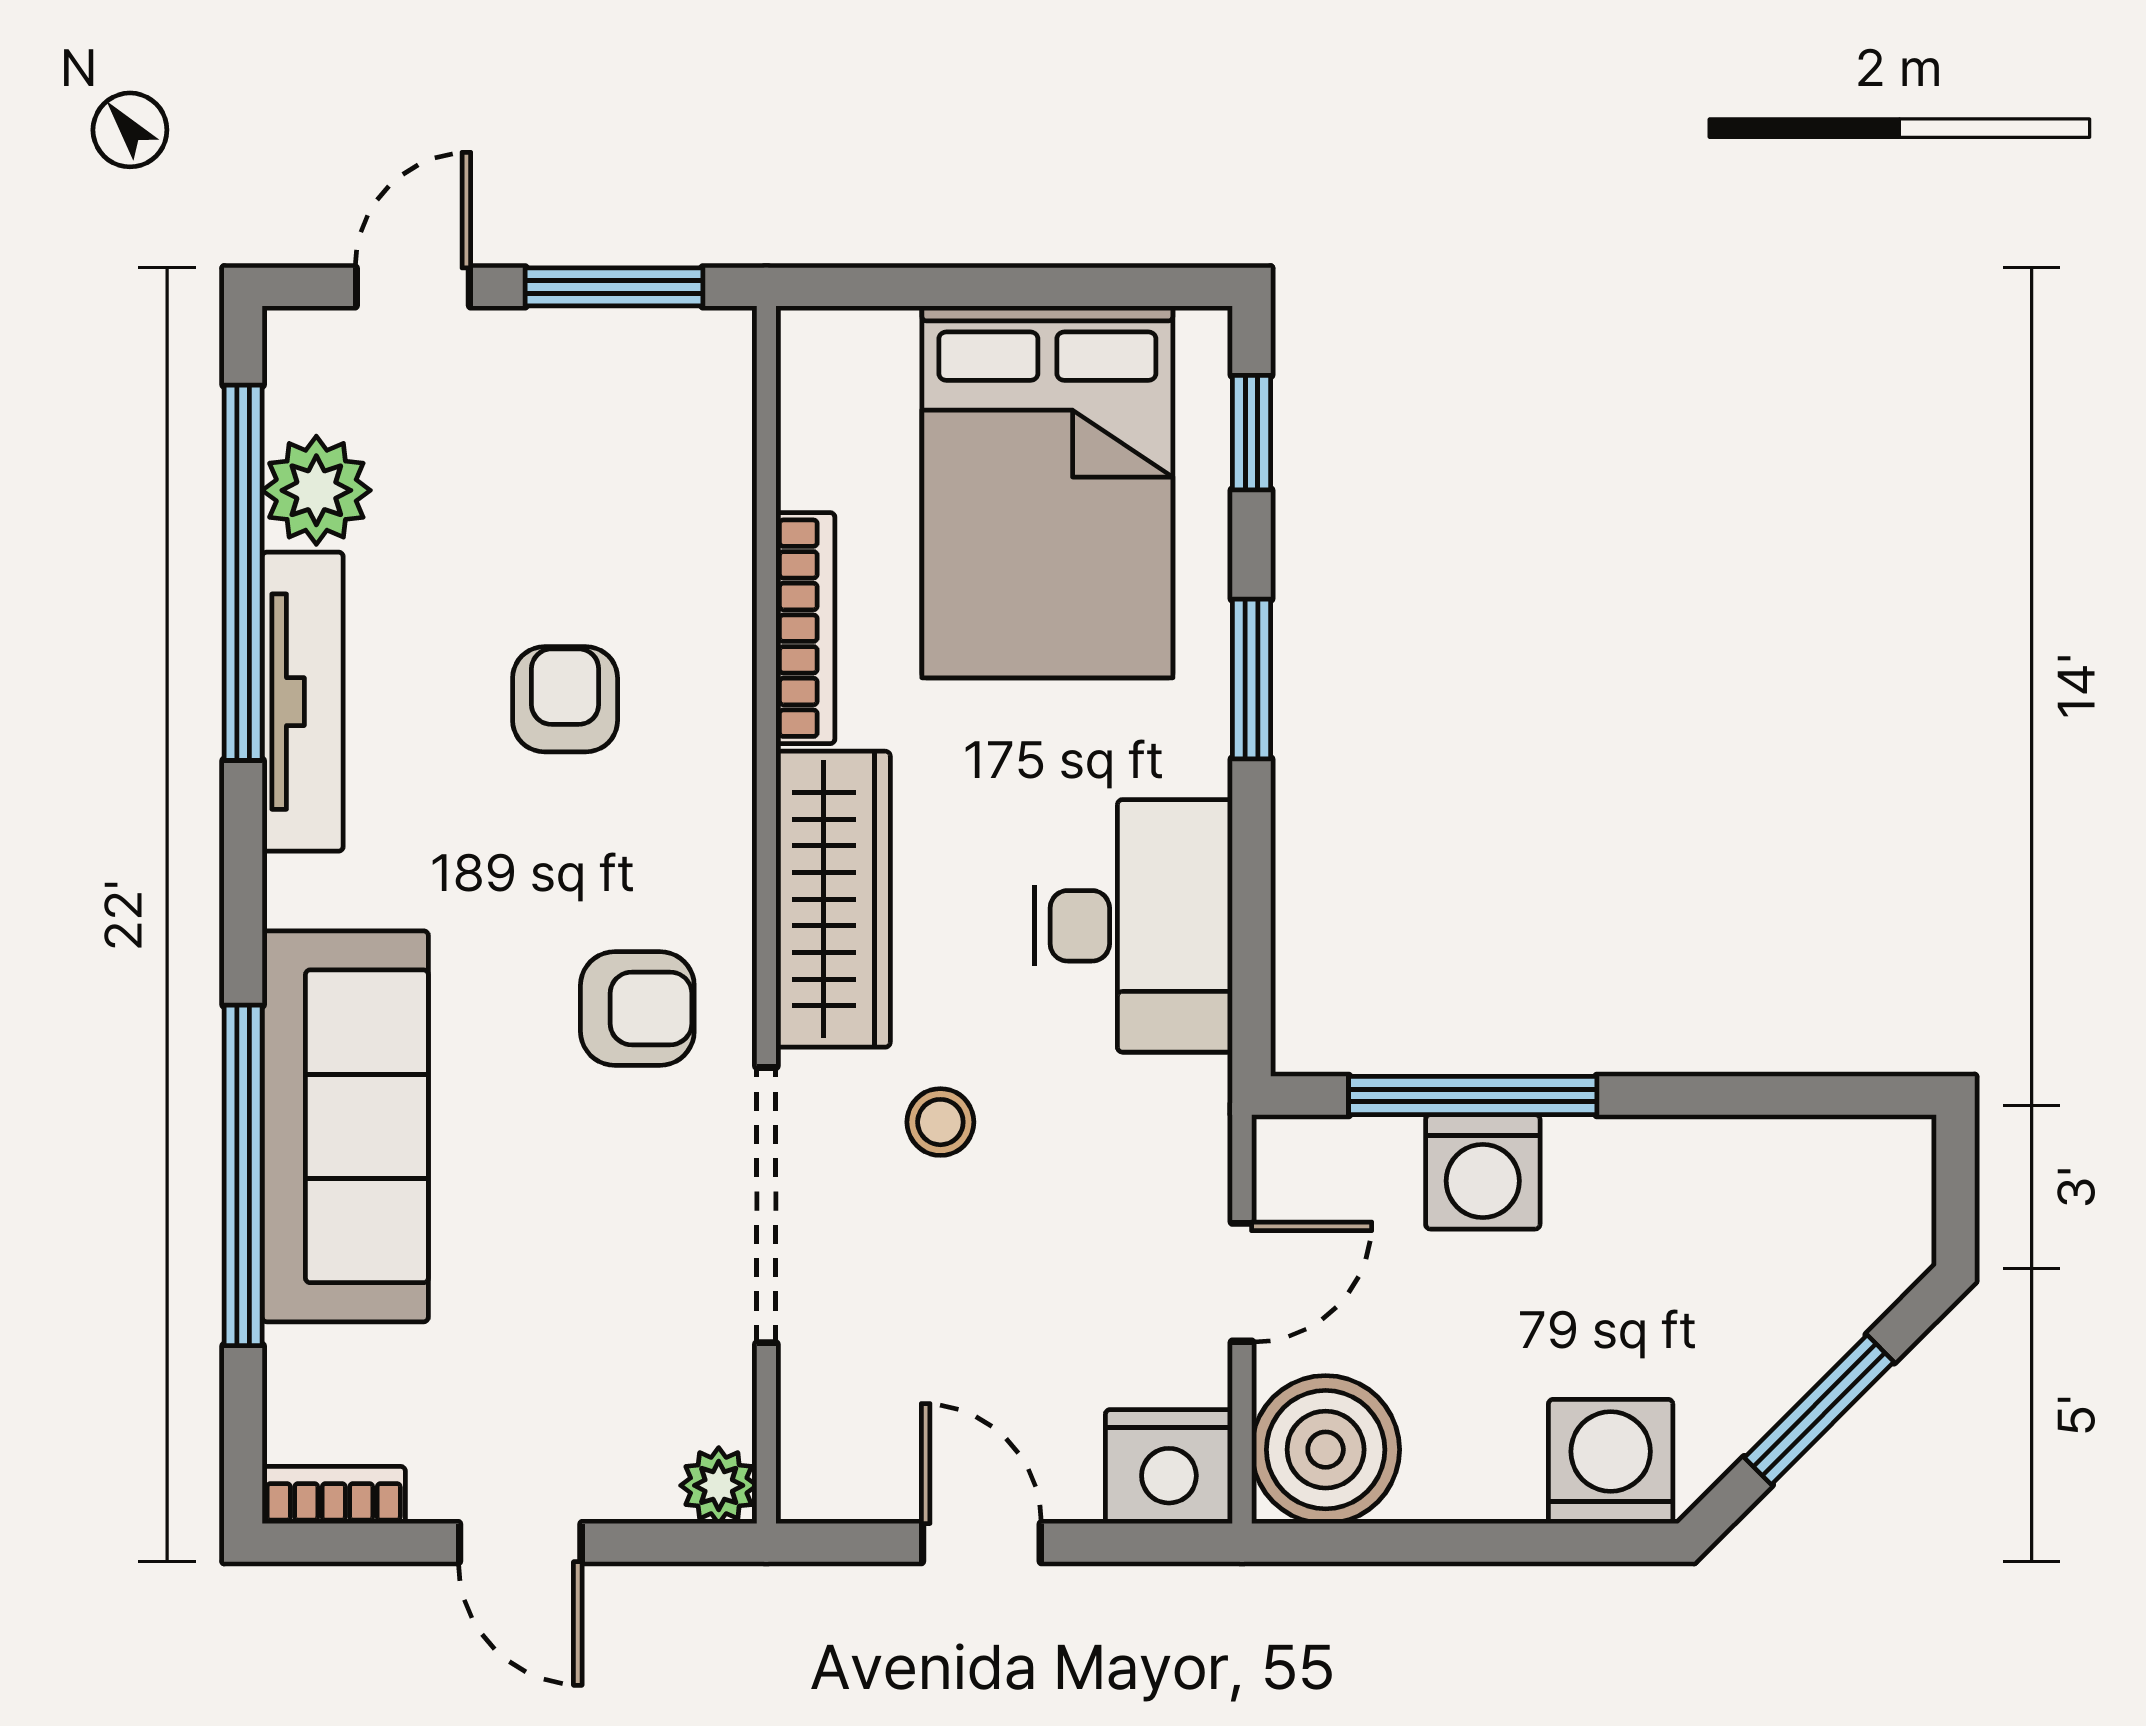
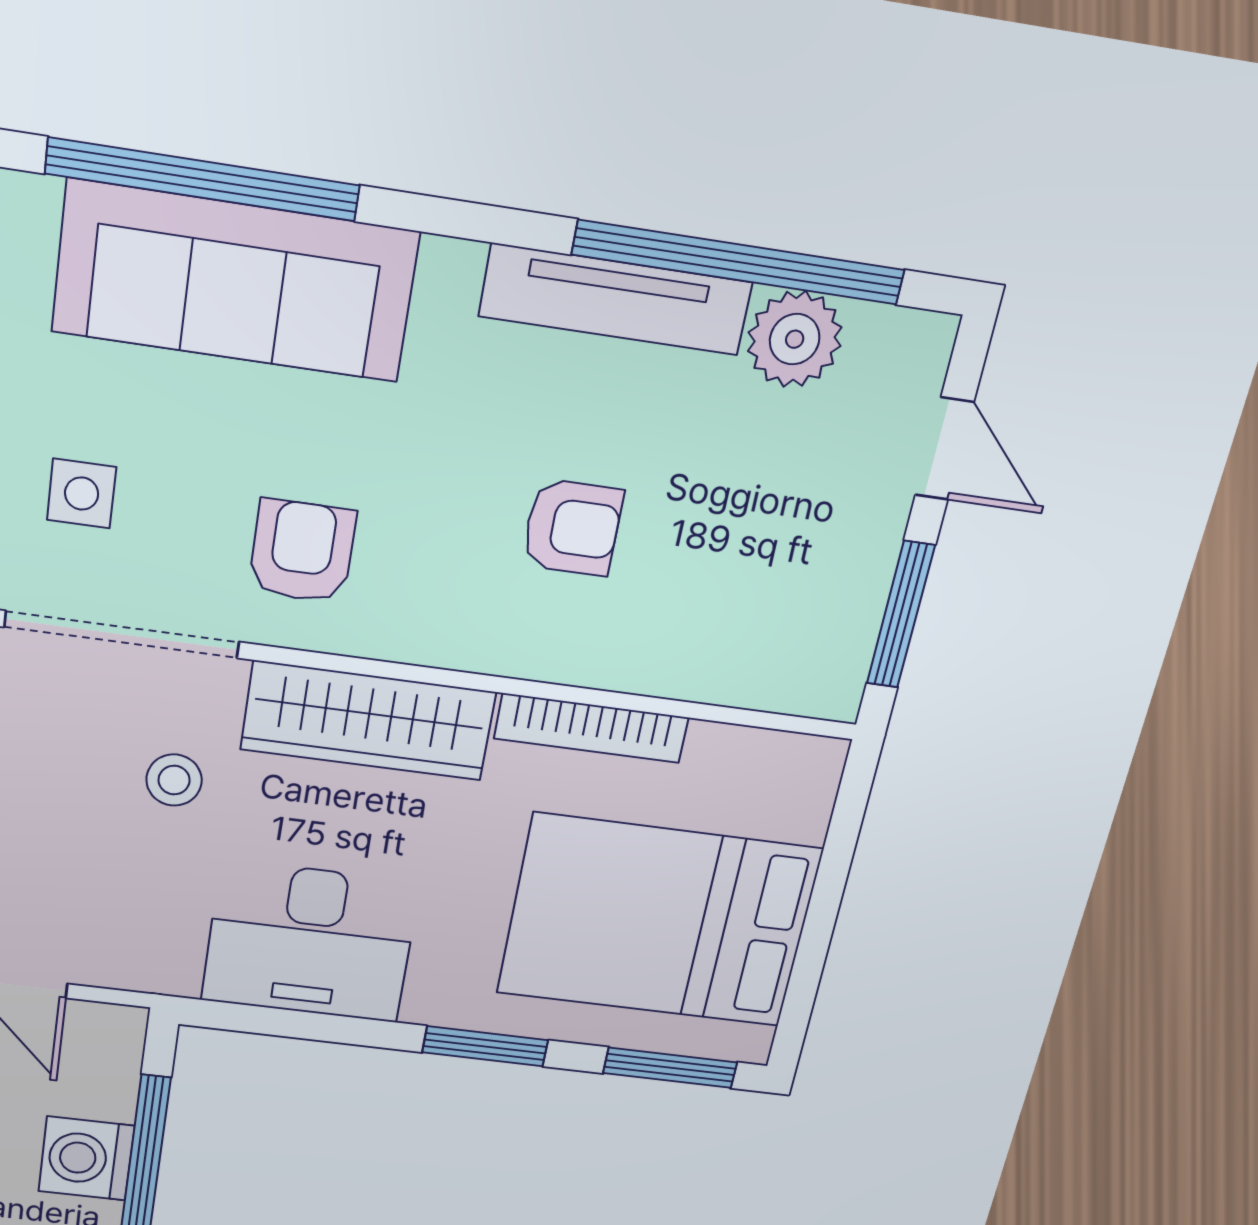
window: (1252, 433) -> (670, 1068), width x1.50
armchair: (637, 1008) -> (302, 551), turned 180
side table: (605, 1270) -> (82, 494), added

